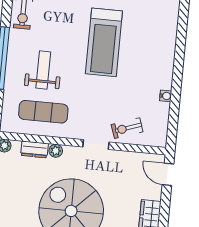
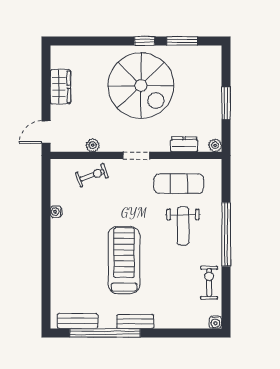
doorway: (96, 144) -> (136, 155), moved
plant: (56, 151) -> (93, 145), moved
door: (168, 174) -> (46, 132), swing flipped

